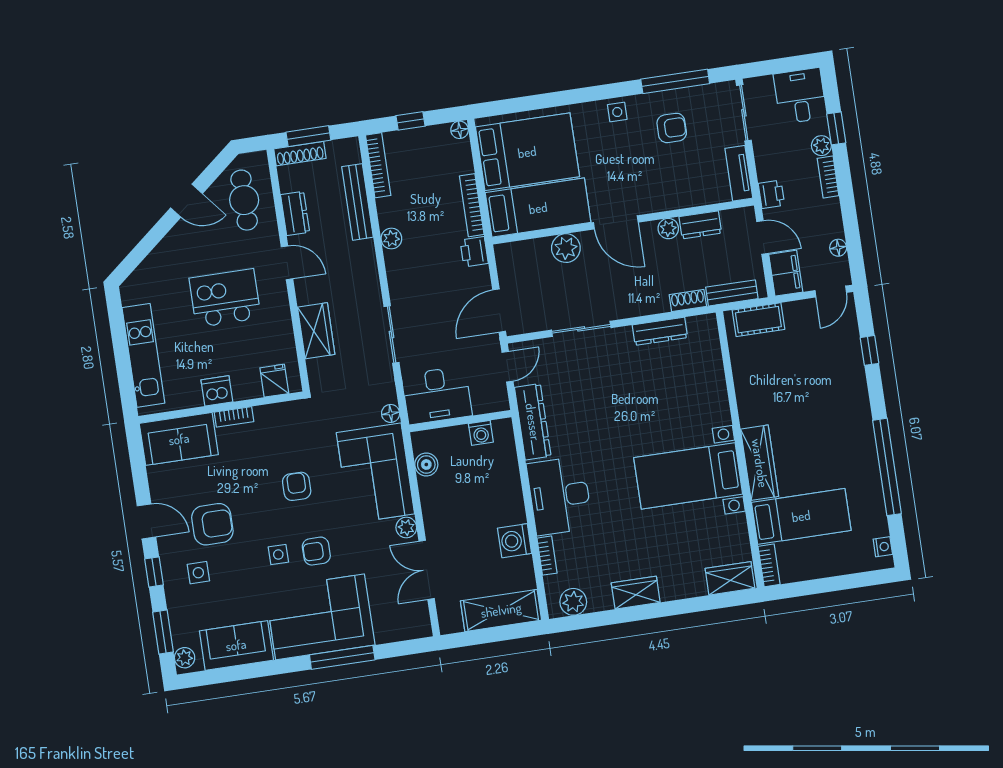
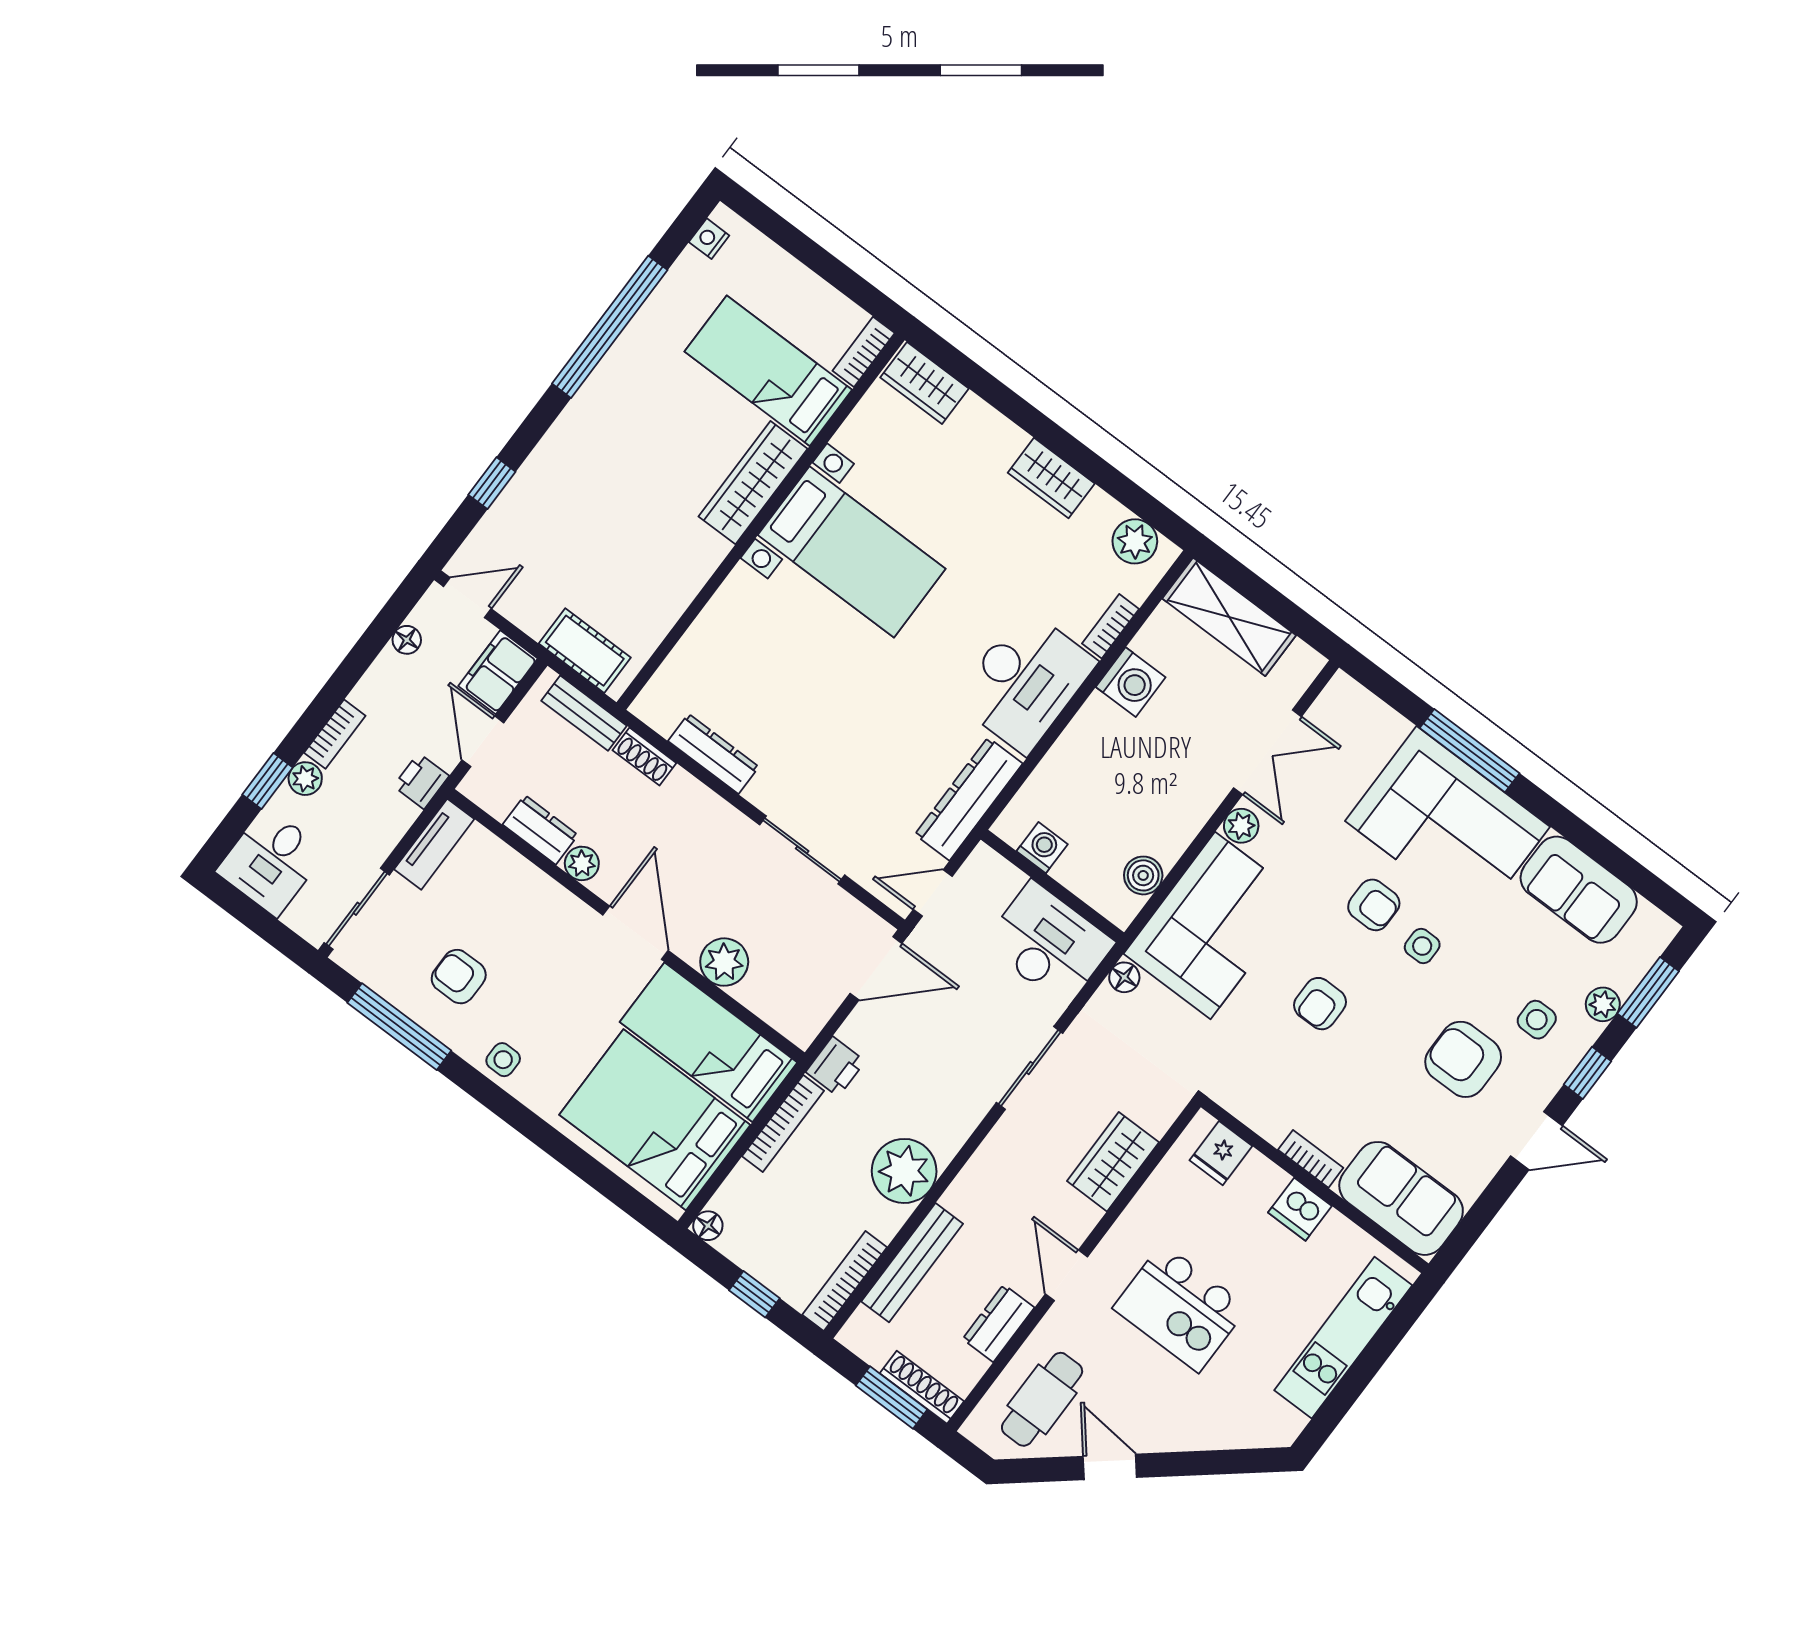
plant: (391, 239) -> (904, 1171), width x1.87, depth x1.87
door: (146, 521) -> (1536, 1141), swing flipped
plant: (185, 658) -> (1603, 1004), moved

